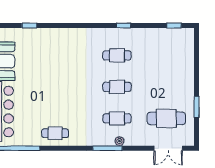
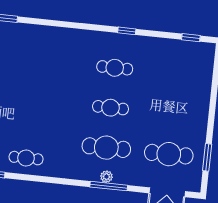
window: (197, 107) -> (207, 157), moved
cafe table: (117, 118) -> (106, 148), width x1.37, depth x1.35
window: (107, 148) -> (109, 186), moved

